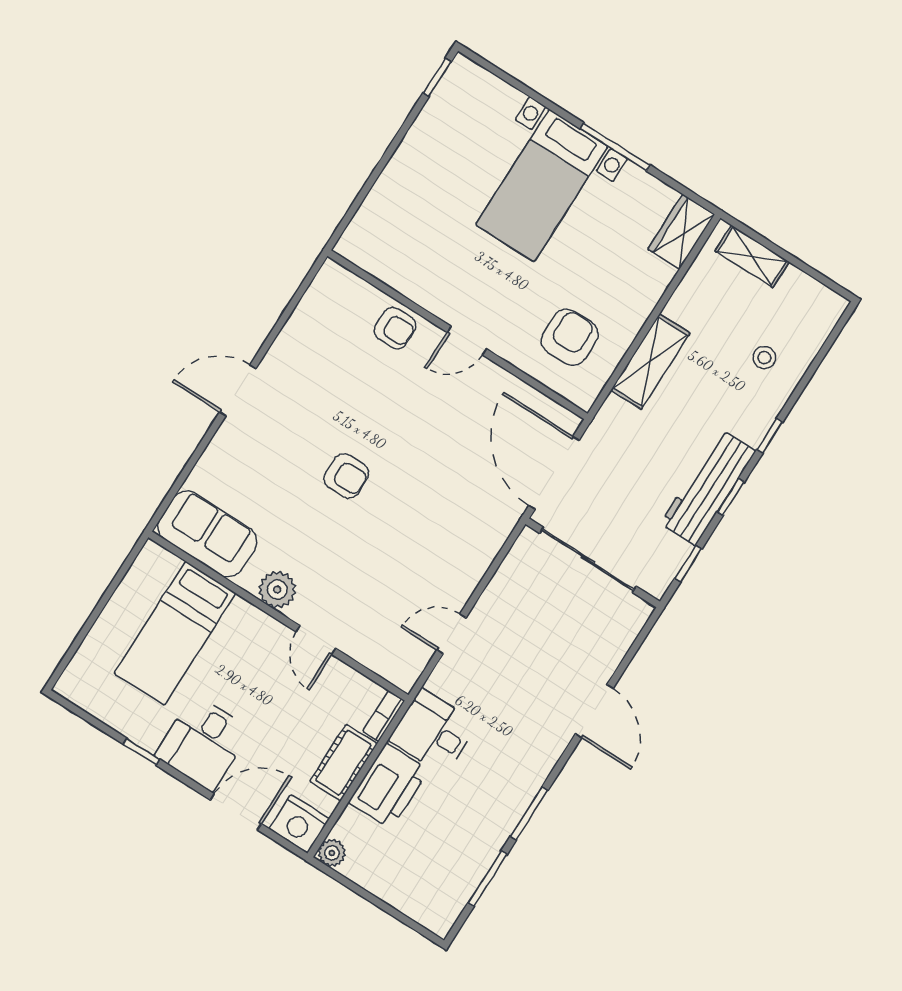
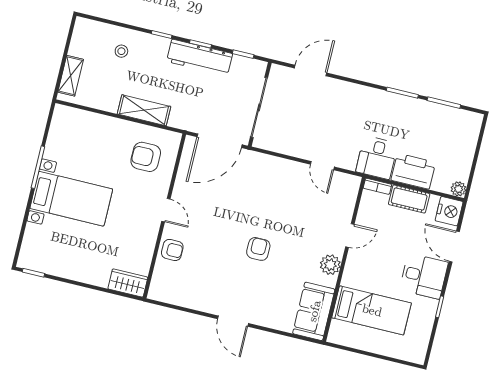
wardrobe: (681, 232) -> (128, 283), moved, turned 180
armchair: (395, 328) -> (172, 250), turned 90
door: (594, 711) -> (311, 70), moved

